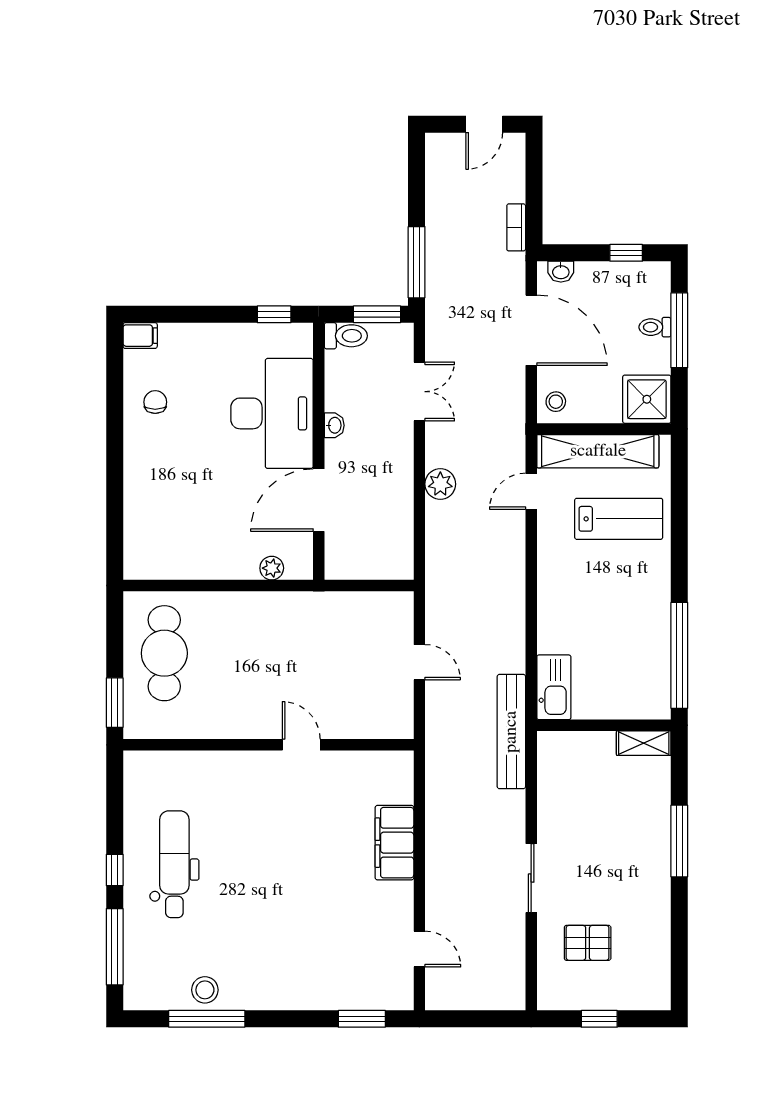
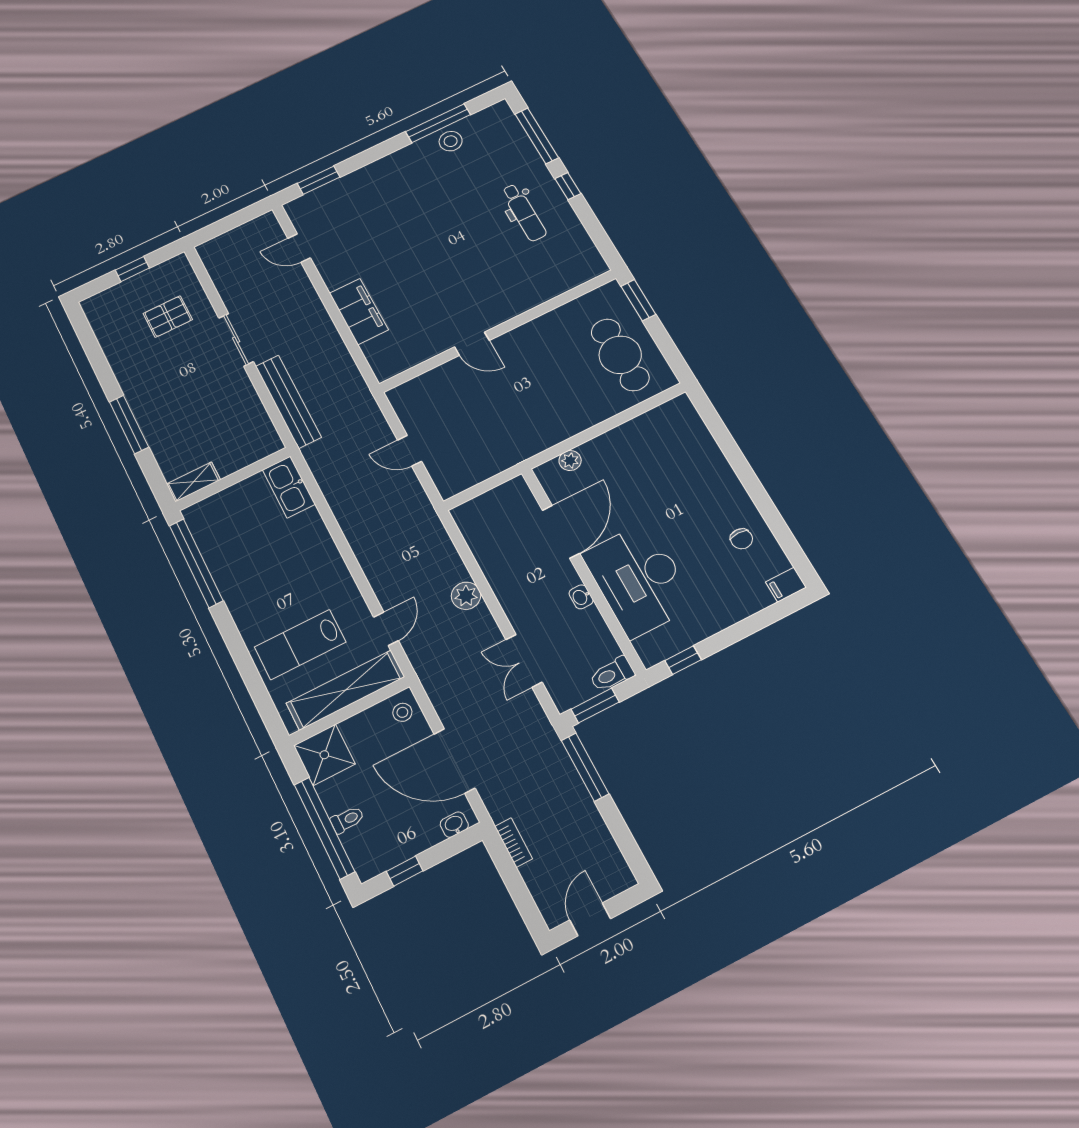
window: (679, 330) -> (324, 828), width x1.46
bench: (511, 732) -> (288, 402), moved
dental chair: (174, 864) -> (524, 212), width x0.73, depth x0.72

